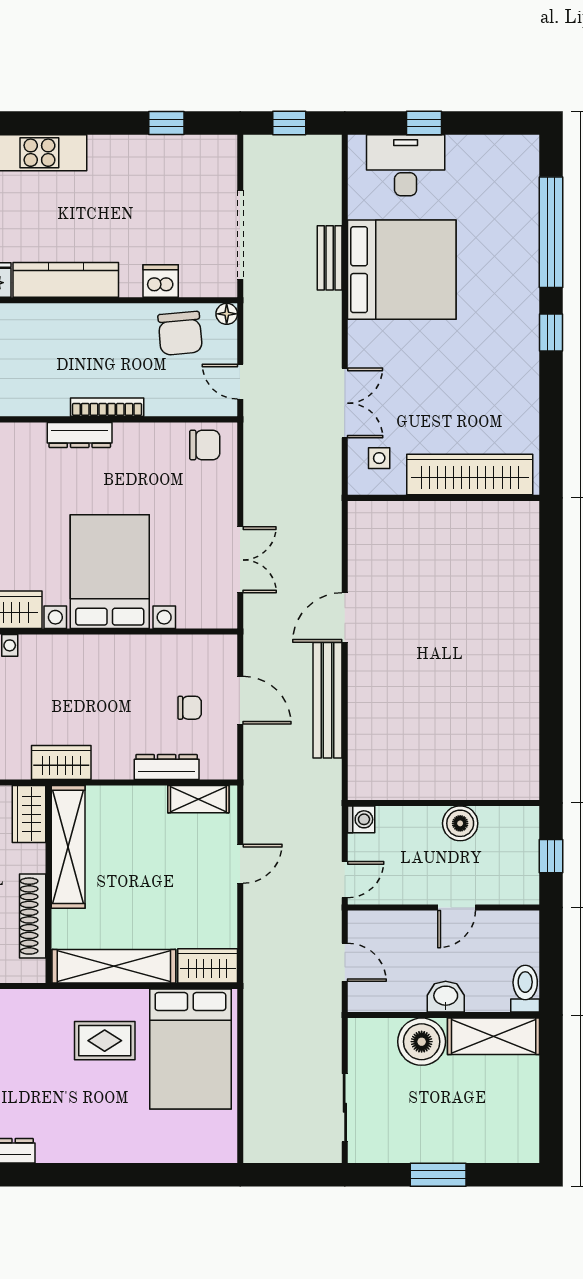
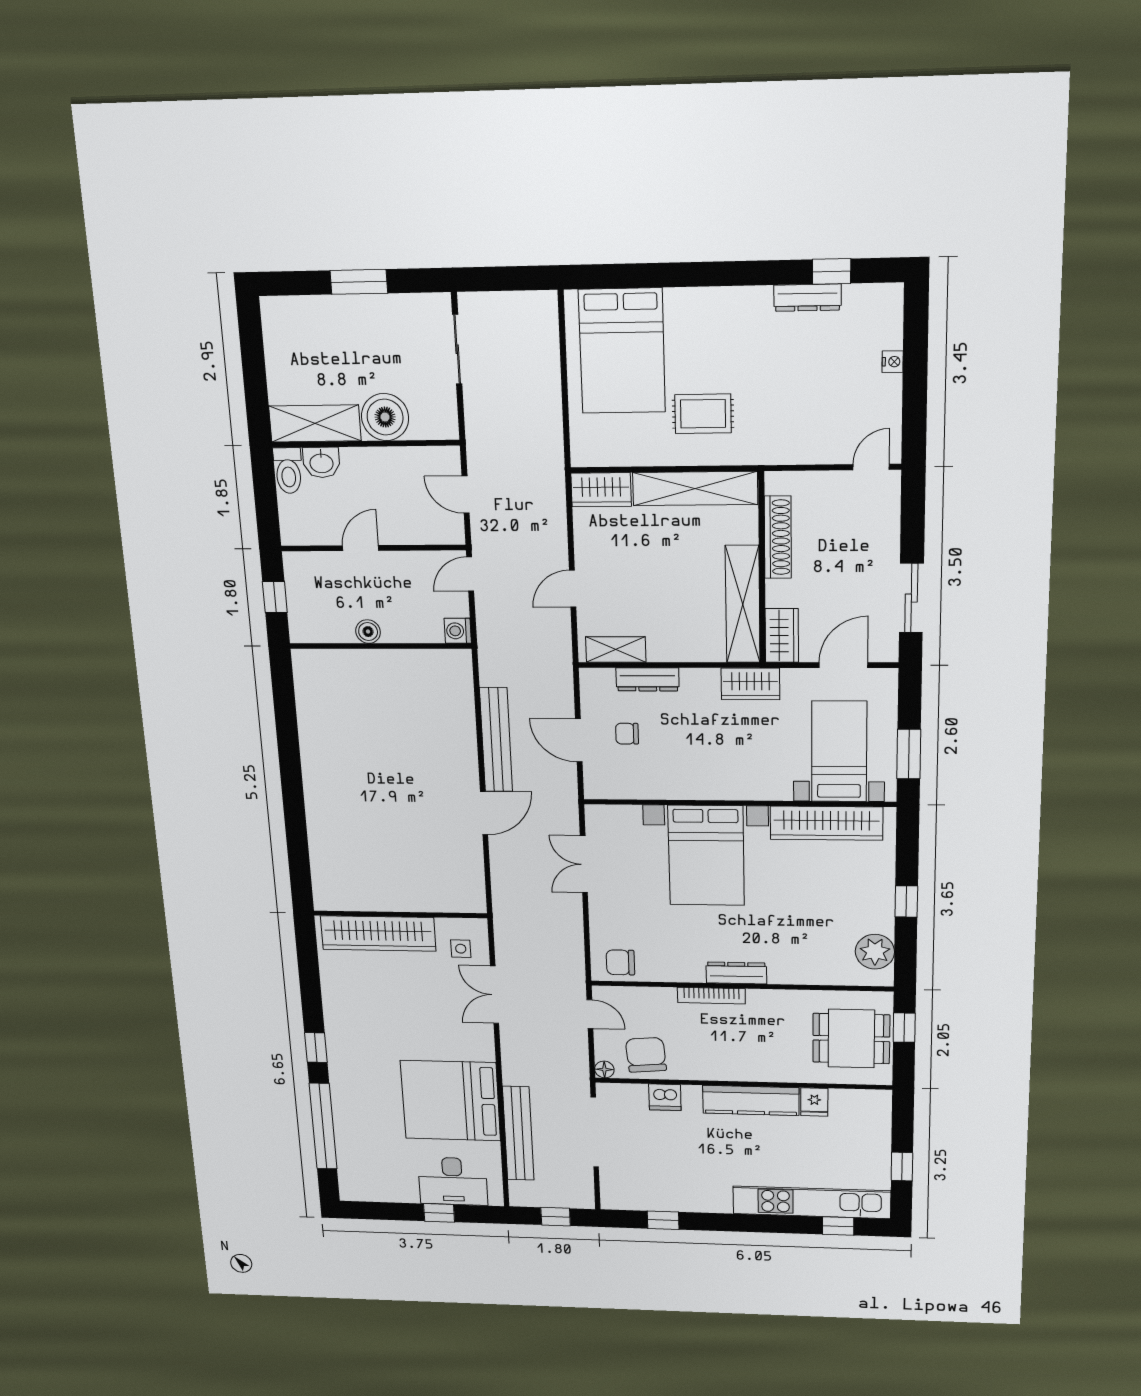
bench: (330, 258) -> (518, 1133), width x1.86, depth x1.21
boiler: (460, 823) -> (368, 632), width x0.73, depth x0.73
washbasin: (446, 997) -> (321, 462), moved
bed: (190, 1049) -> (622, 351), moved, turned 180

